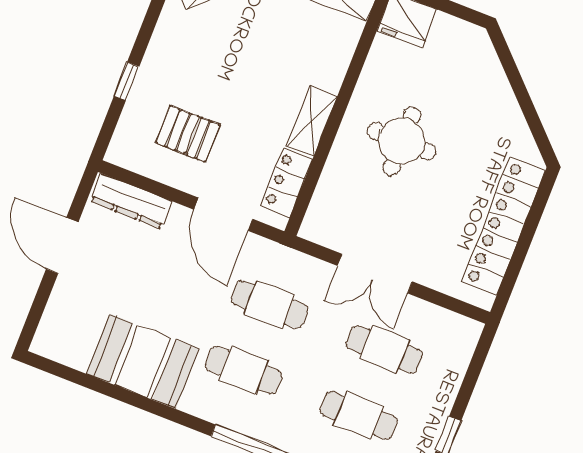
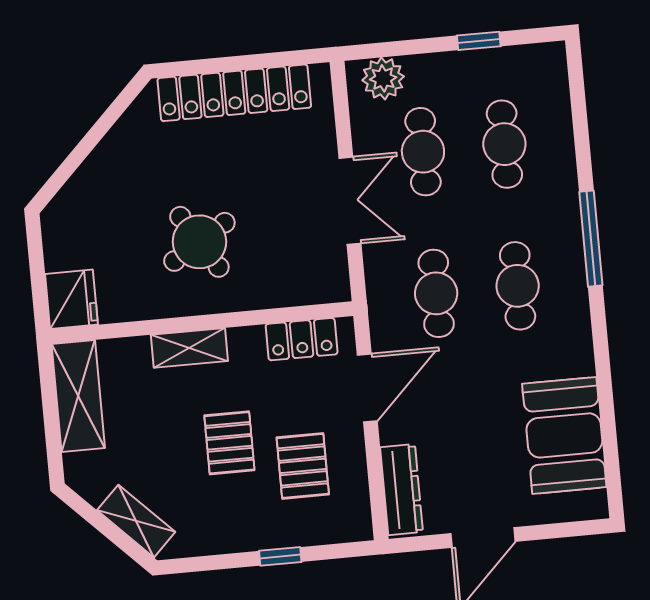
pallet: (234, 86) -> (229, 443), added
shelving: (312, 121) -> (189, 348), moved
round table: (402, 141) -> (199, 242), turned -32
plant: (457, 347) -> (383, 78), added
booth: (143, 361) -> (564, 435), moved

